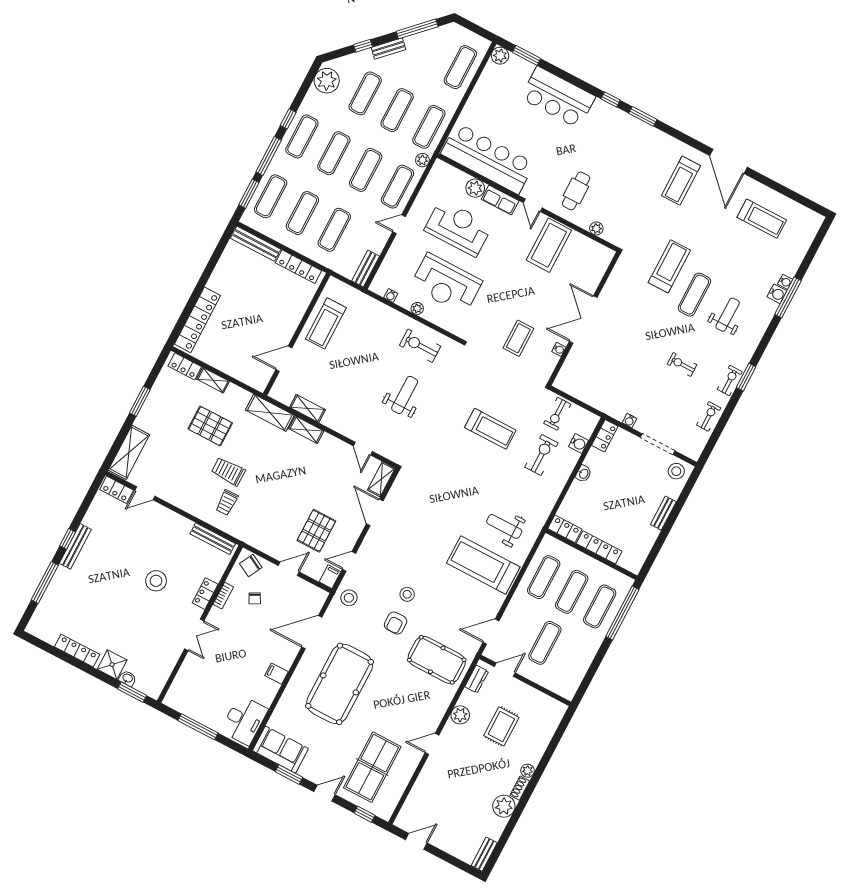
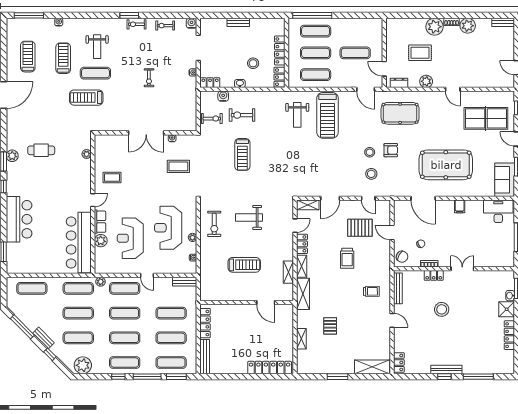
plant: (500, 56) -> (12, 156), moved
treadmill: (681, 181) -> (63, 58), moved, turned -90
cafe table: (576, 191) -> (41, 150), moved
coffee table: (549, 245) -> (112, 178), width x0.54, depth x0.58
reception desk: (446, 284) -> (168, 228), turned 180
water cooler: (777, 294) -> (192, 23), moved
window: (788, 297) -> (29, 15), moved
weight bench: (728, 315) -> (97, 47), turned -90
treadmill: (326, 323) -> (244, 265), moved
exercise bike: (682, 364) -> (149, 78), moved
locker: (185, 366) -> (302, 244), moved
pallet: (210, 426) -> (330, 326), width x0.67, depth x0.71
treadmill: (490, 429) -> (242, 155), turned 180
trolley: (228, 471) -> (347, 258), moved
stool: (676, 471) -> (253, 63), moved
door: (145, 493) -> (392, 320), moved
filing cabinet: (330, 577) -> (384, 205), removed
stool: (349, 598) -> (371, 174), moved
pool table: (437, 660) -> (400, 113), turned 90
plant: (528, 771) -> (434, 27), width x1.88, depth x1.88

